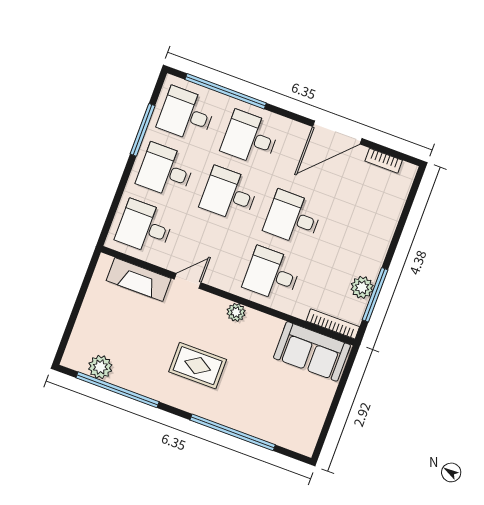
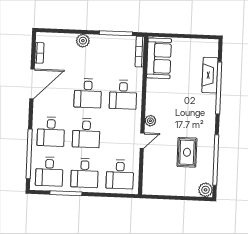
door: (337, 133) -> (32, 84), hinge flipped
fireplace: (139, 279) -> (210, 75), moved, turned 180
door: (188, 281) -> (142, 141), swing flipped
plant: (362, 287) -> (83, 41), moved
plant: (236, 312) -> (150, 121), moved
rug: (198, 366) -> (187, 152), moved
plant: (100, 367) -> (205, 190), moved

